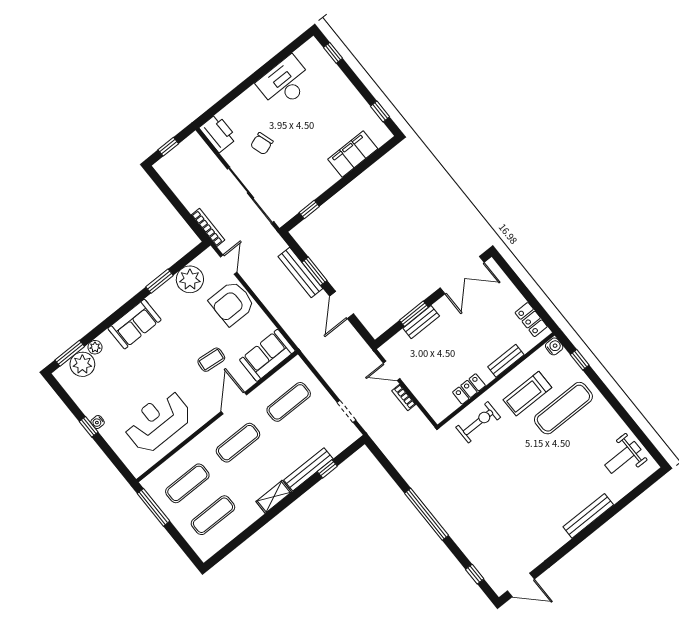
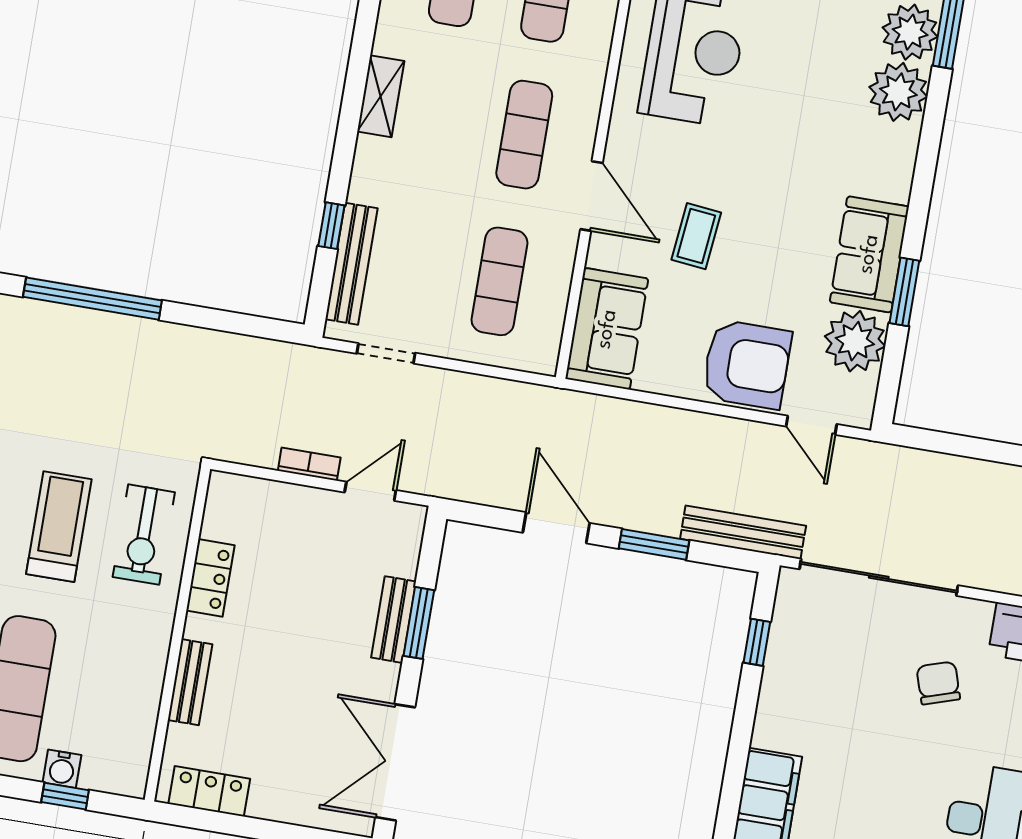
bookcase: (208, 227) -> (903, 458), removed
bench: (300, 272) -> (743, 532), moved
armchair: (232, 303) -> (747, 364), turned 90
sofa: (134, 324) -> (869, 254), moved
water cooler: (554, 346) -> (62, 769), moved
plant: (95, 347) -> (898, 92), width x1.87, depth x1.87
treadmill: (527, 394) -> (59, 527), moved
bench: (308, 469) -> (351, 264), moved

